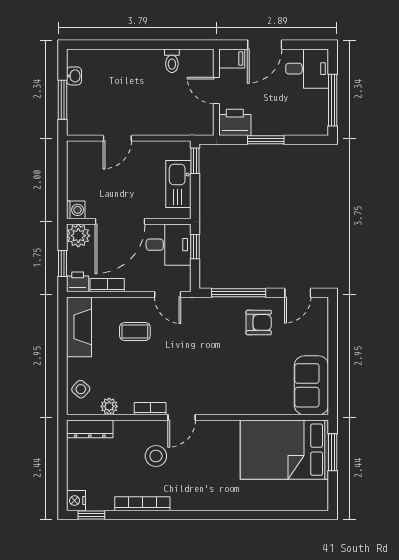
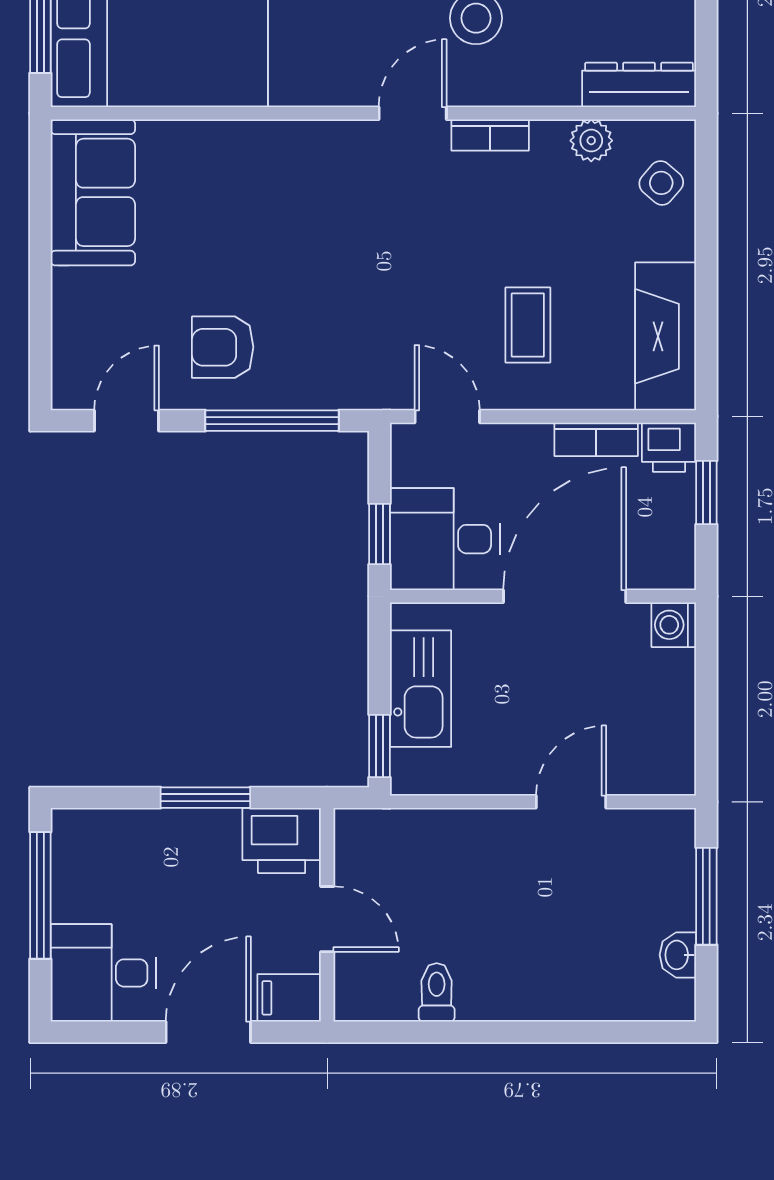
plant: (78, 236) -> (667, 561), removed
coffee table: (135, 331) -> (528, 325), turned 90

